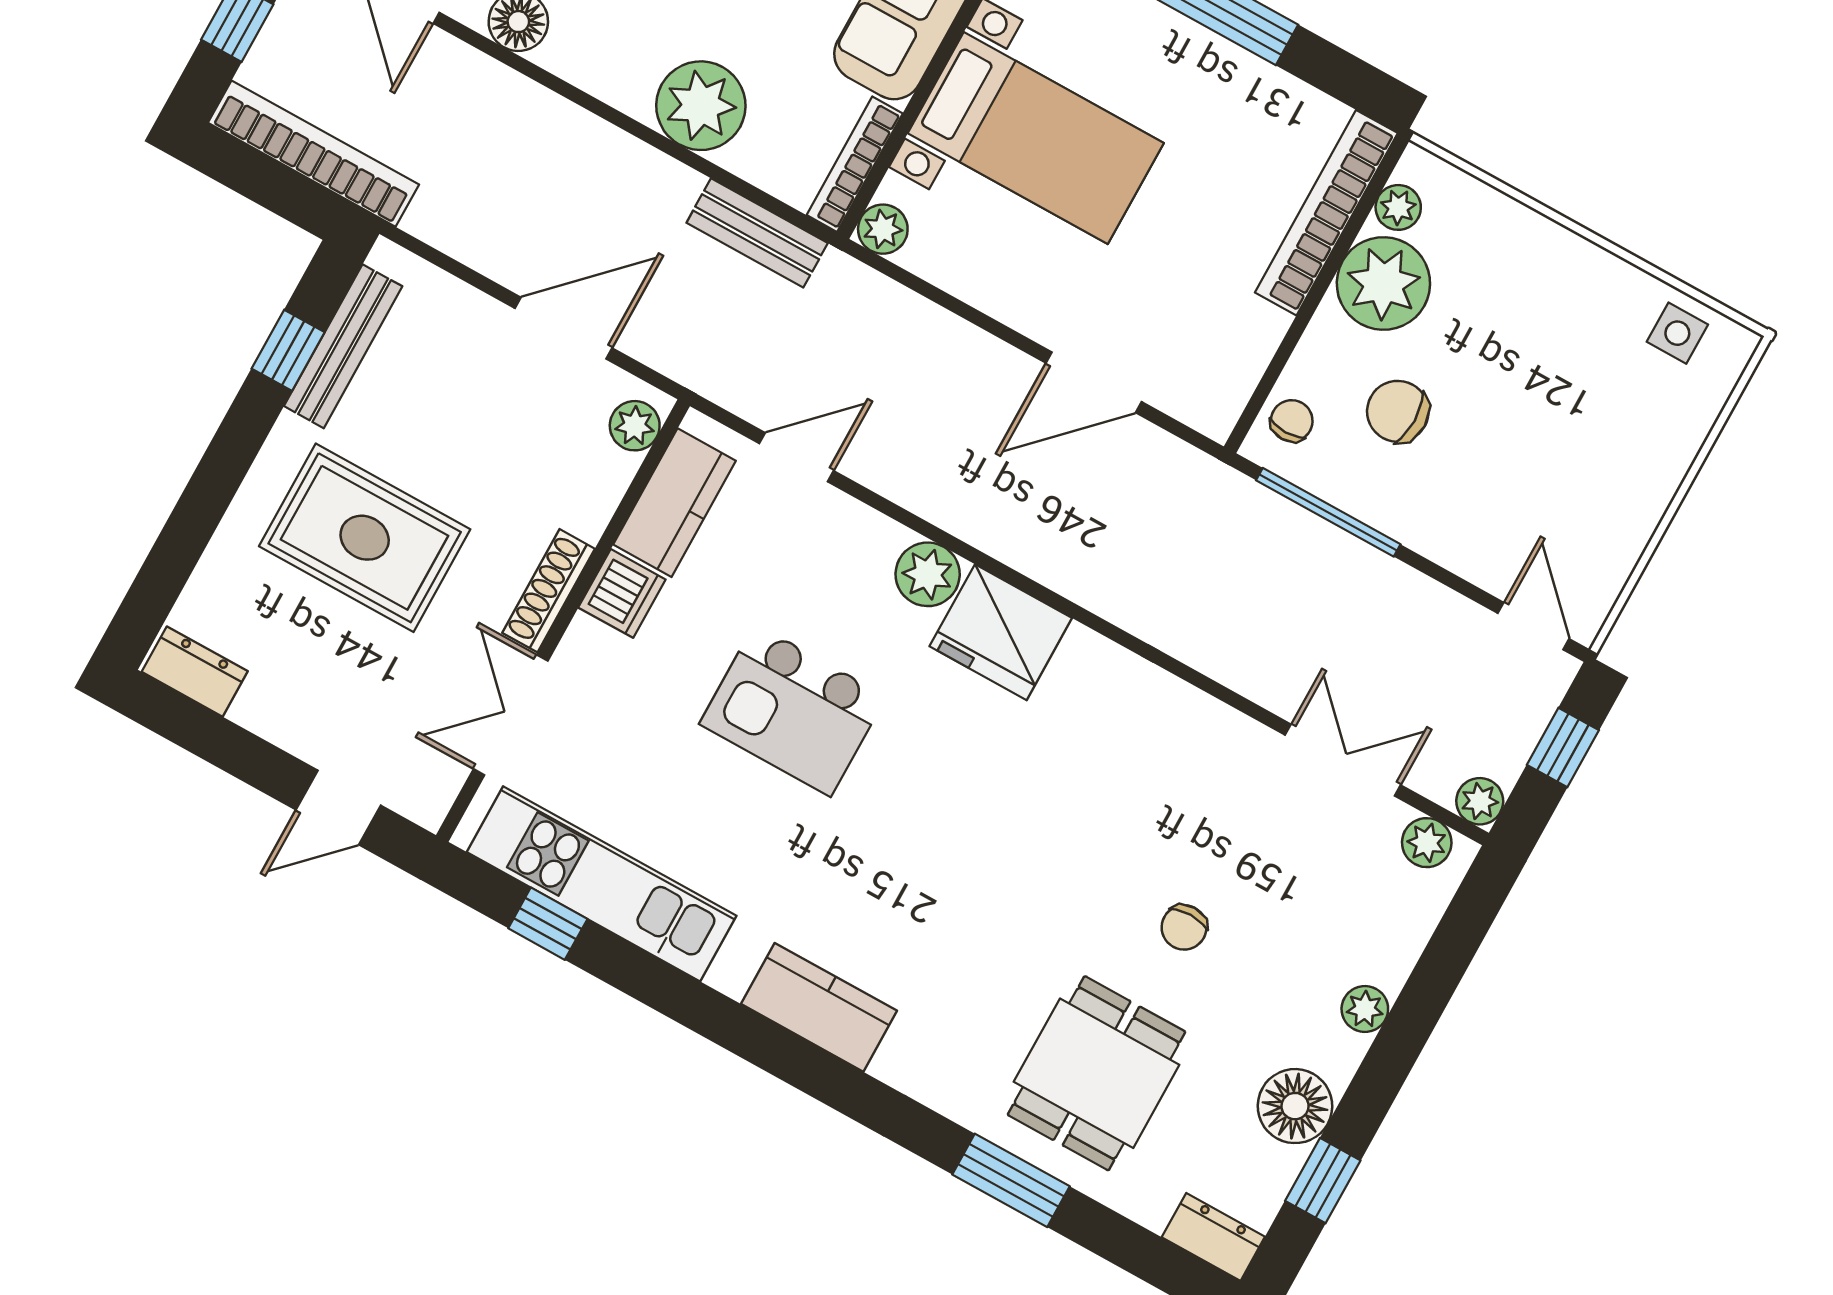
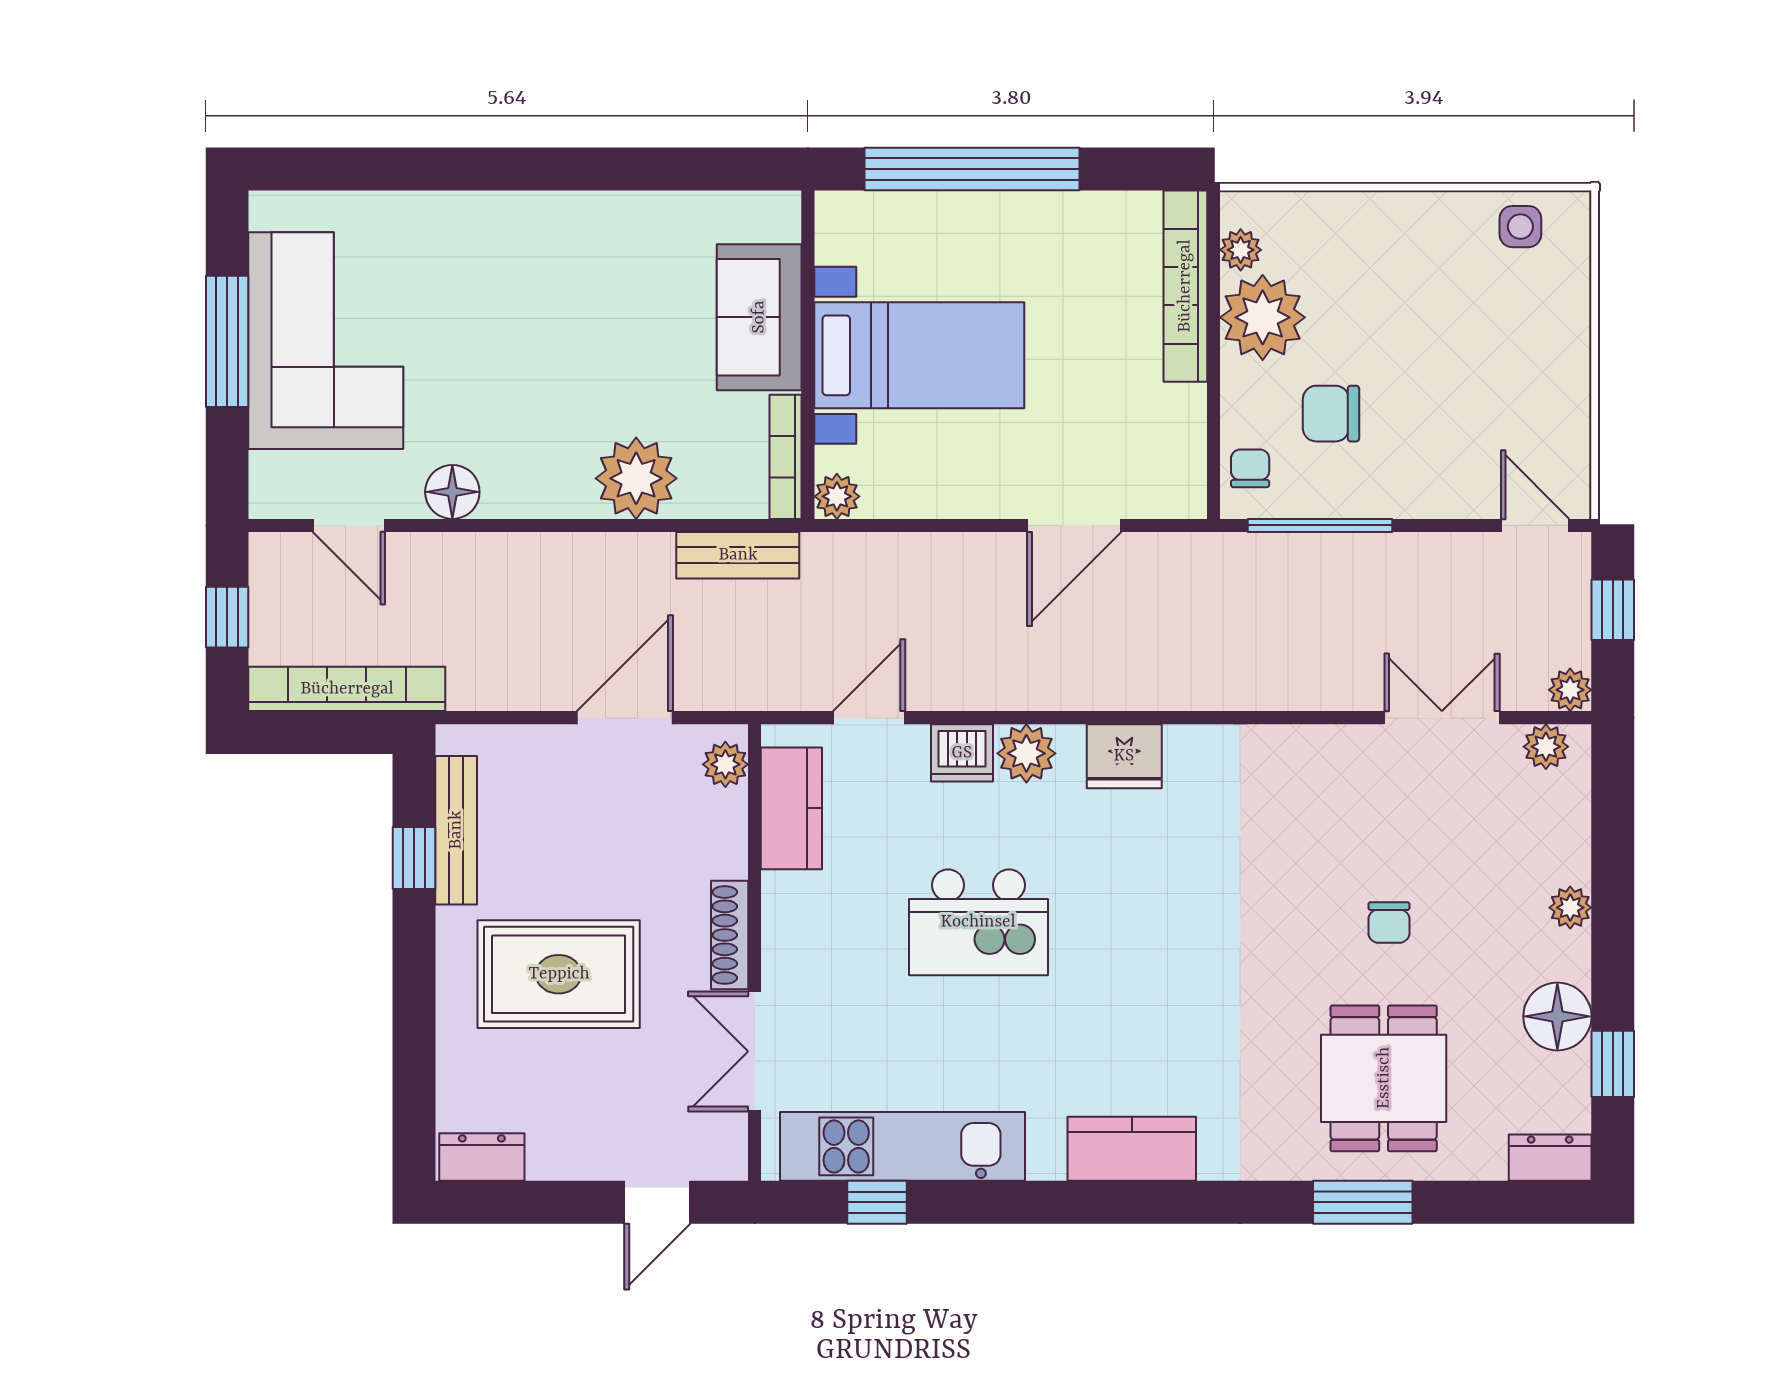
dishwasher: (622, 593) -> (962, 753), moved, turned 90
fridge: (1001, 632) -> (1124, 756), width x0.73, depth x0.75

